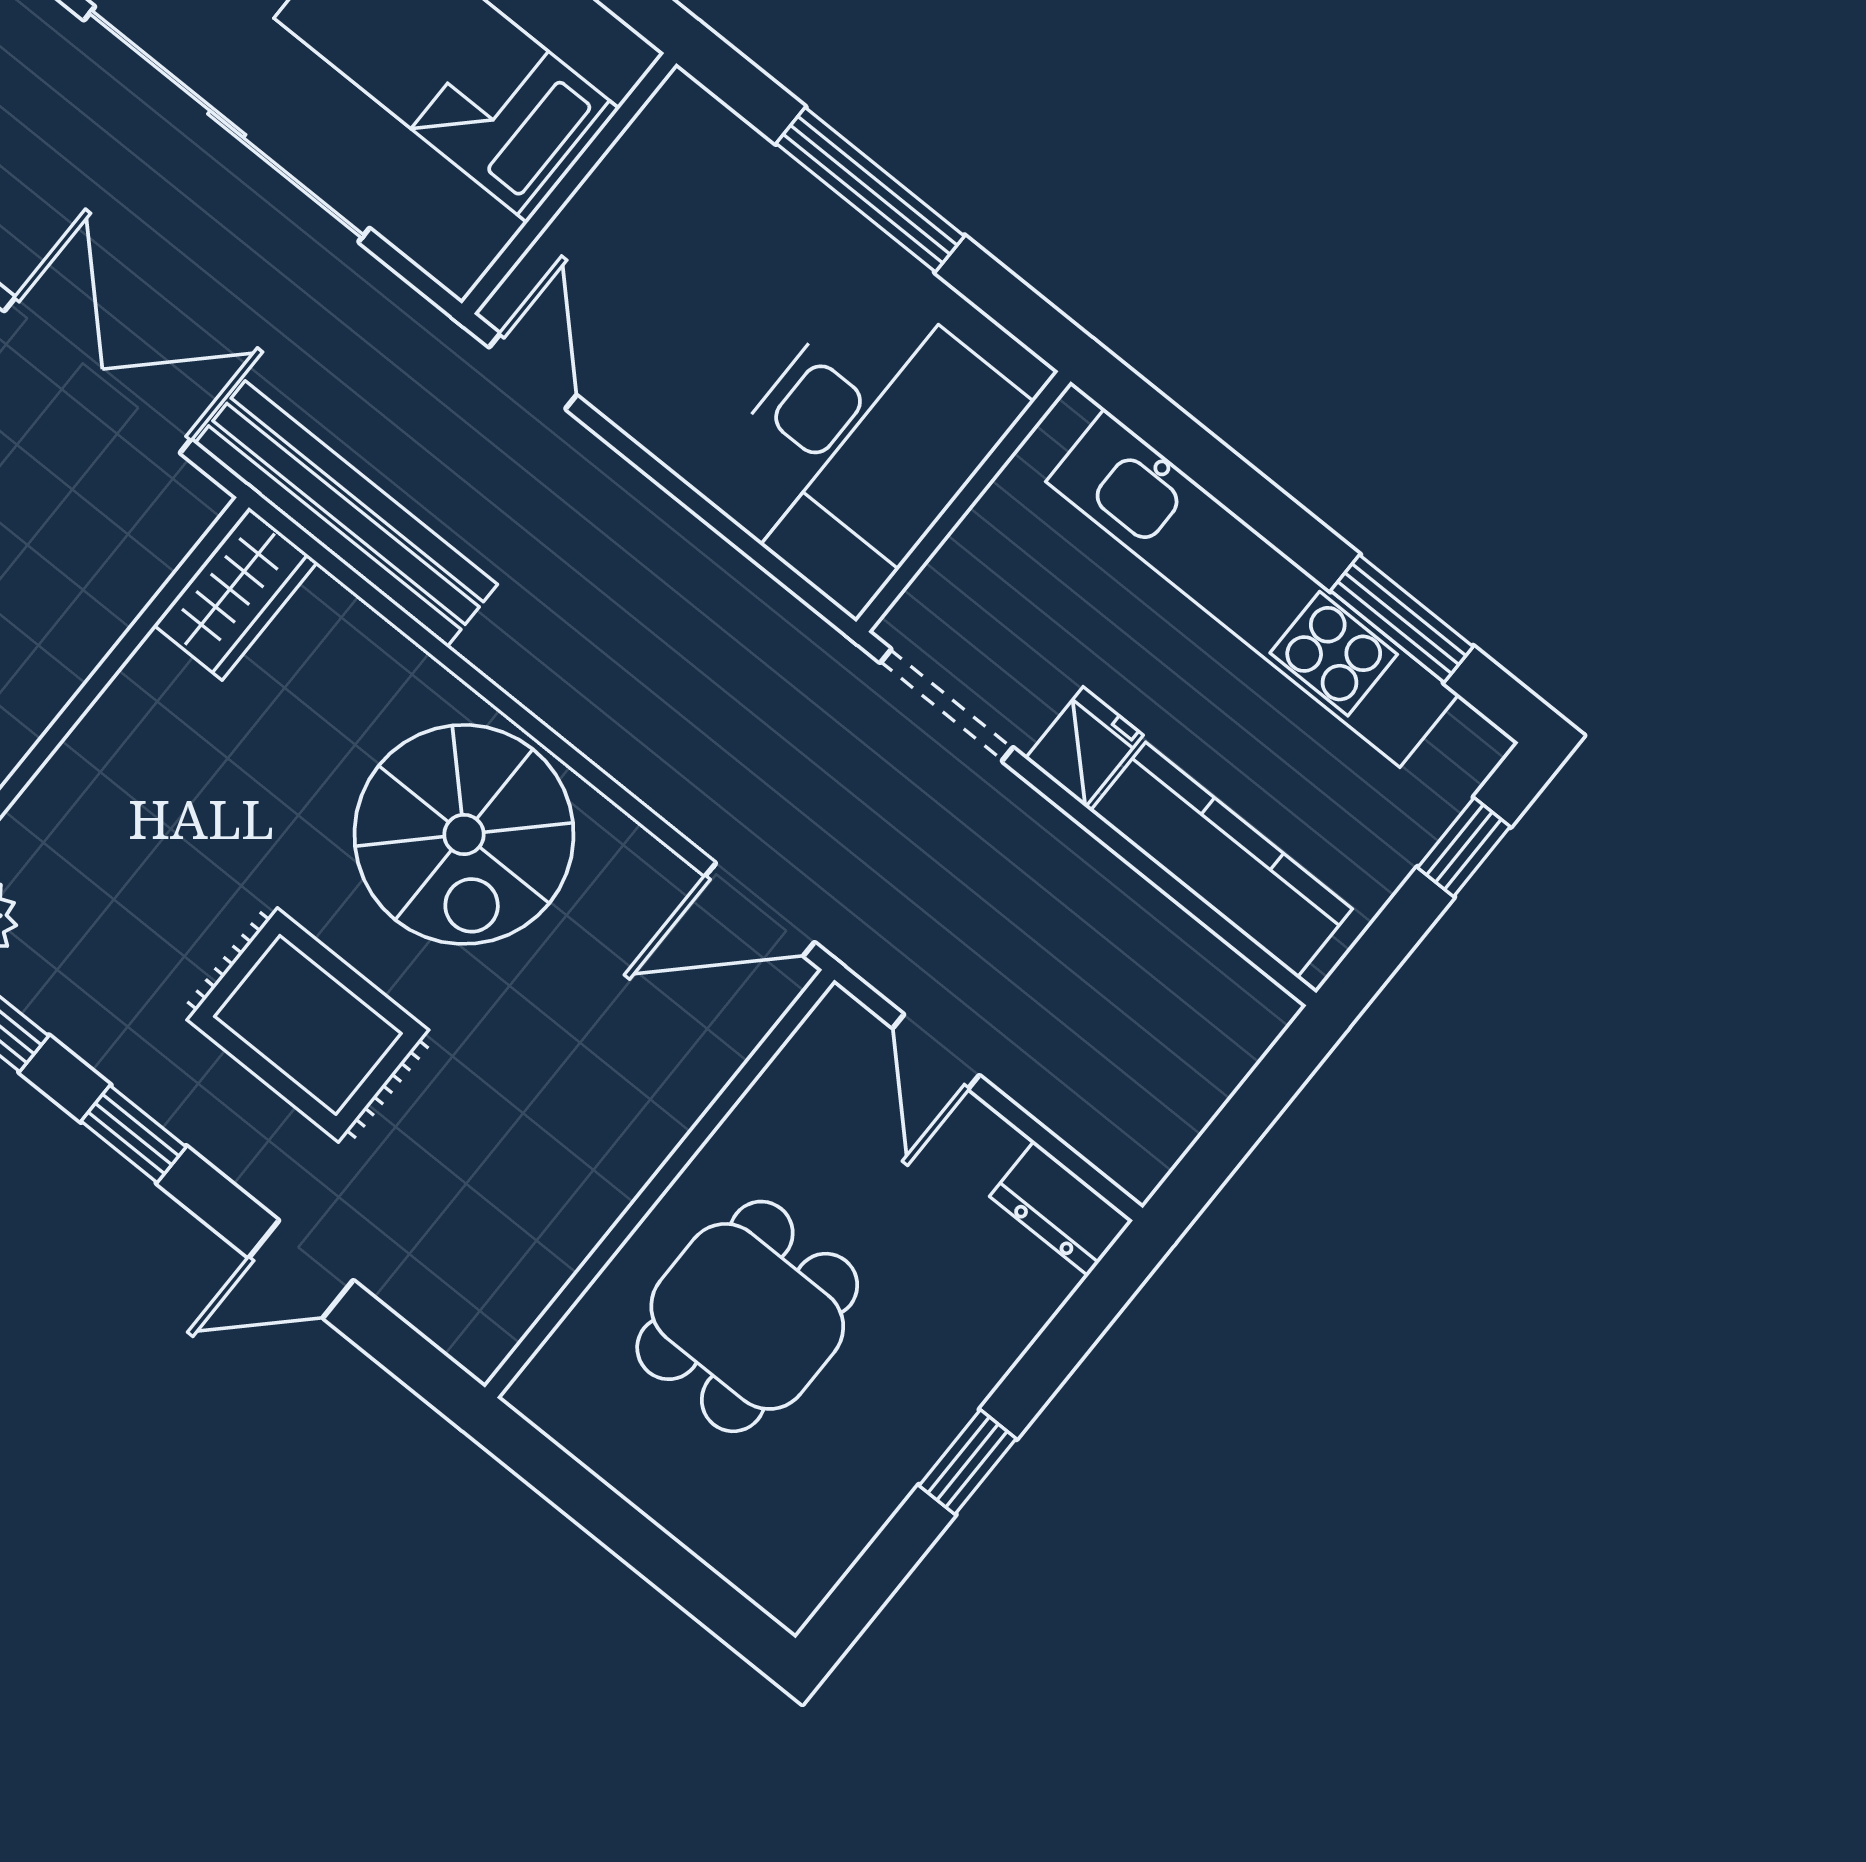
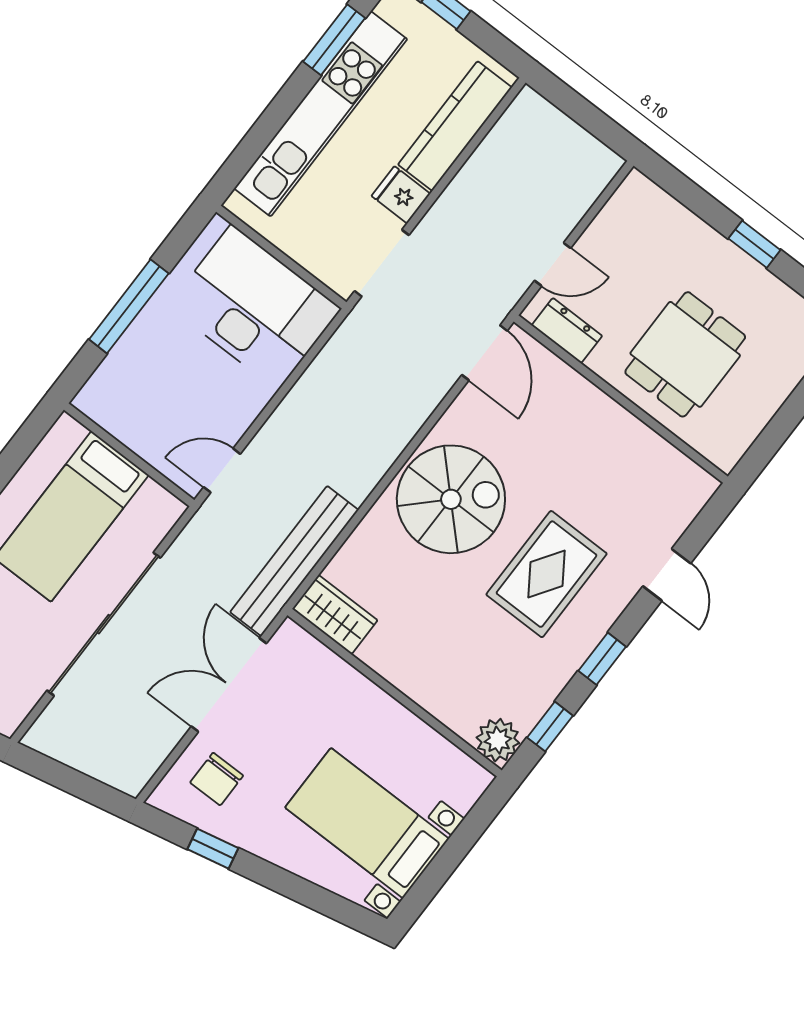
dresser: (1061, 1208) -> (567, 331), moved, turned -90
dining table: (747, 1316) -> (685, 354), turned 90

